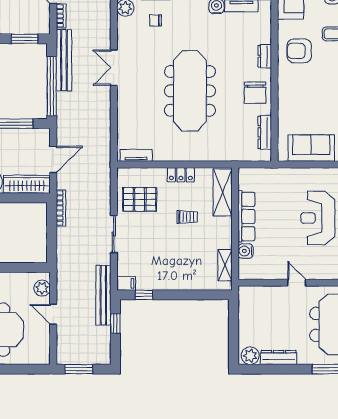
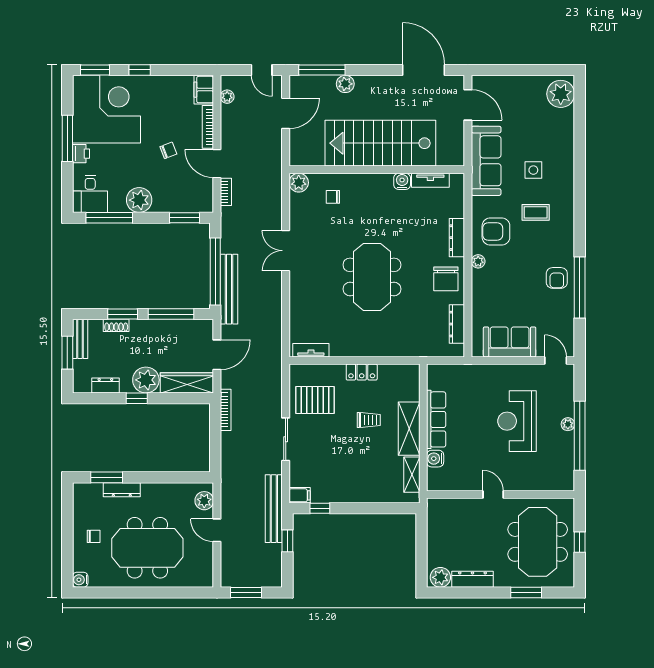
dresser: (265, 56) -> (457, 238), width x1.44
bench: (64, 60) -> (229, 289), moved
plant: (283, 77) -> (478, 261), added
meeting table: (190, 91) -> (372, 277), width x0.73
shelving: (223, 192) -> (409, 429), moved

